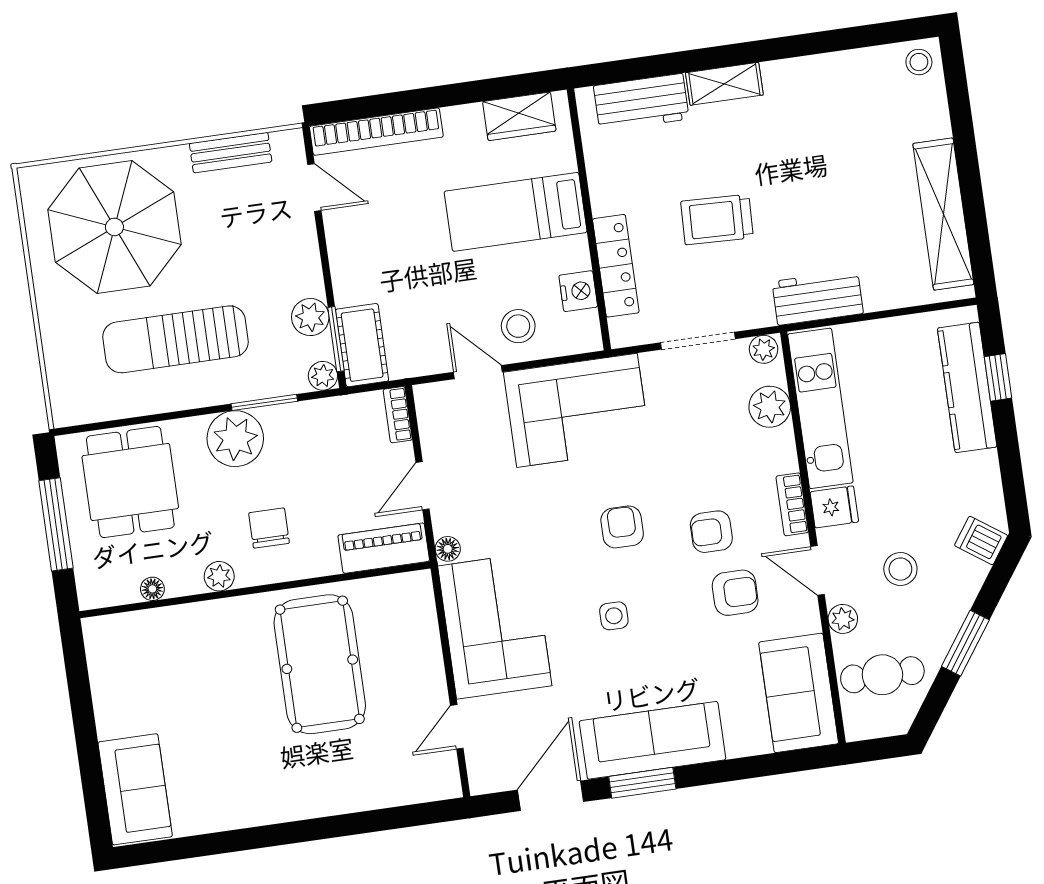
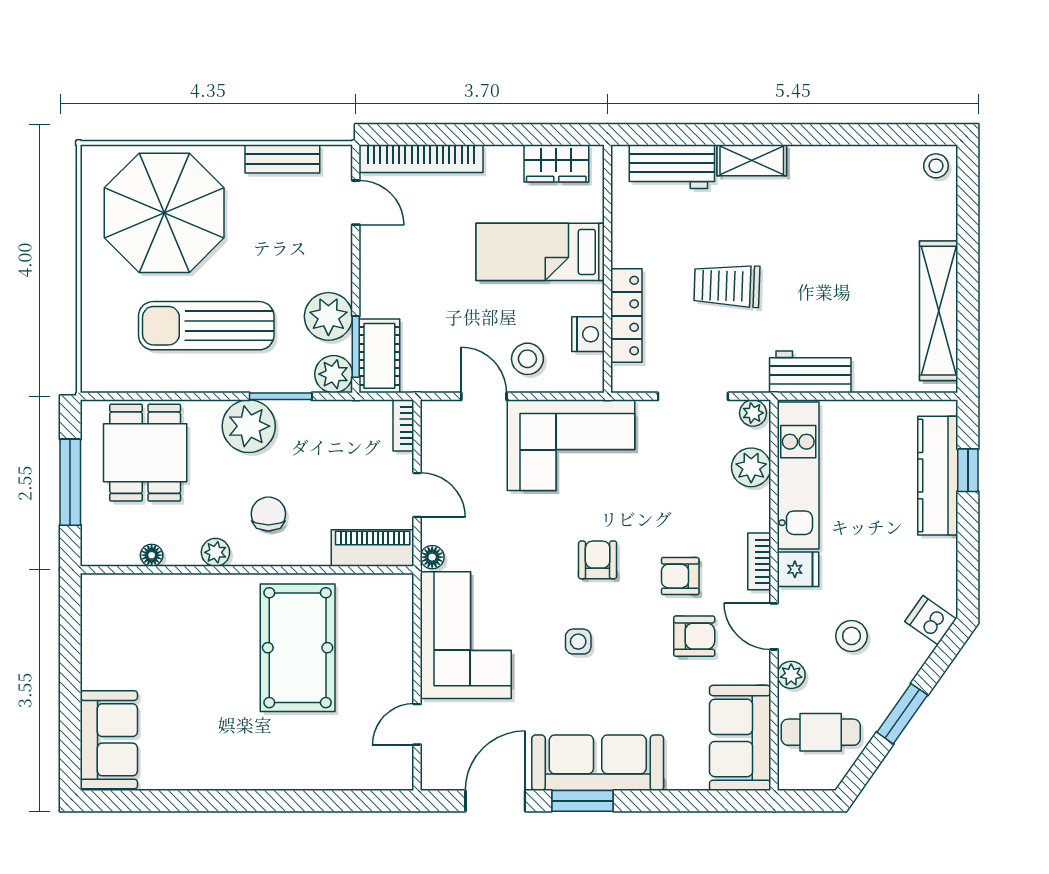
plant: (310, 317) -> (328, 316), width x1.36, depth x1.36
plant: (323, 376) -> (334, 374), width x1.38, depth x1.38
door: (423, 486) -> (417, 495), swing flipped

